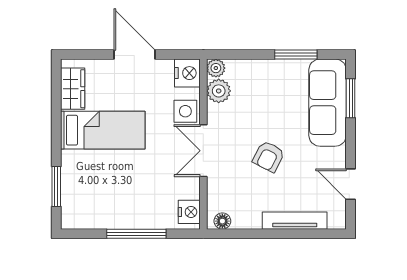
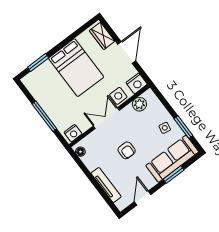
plant: (216, 68) -> (149, 95), removed
side table: (277, 81) -> (165, 128), added
wardrobe: (73, 89) -> (102, 36), moved, turned 90
window: (351, 98) -> (174, 175), moved
bed: (103, 130) -> (76, 68), width x1.50
armchair: (269, 156) -> (127, 150), turned -117

